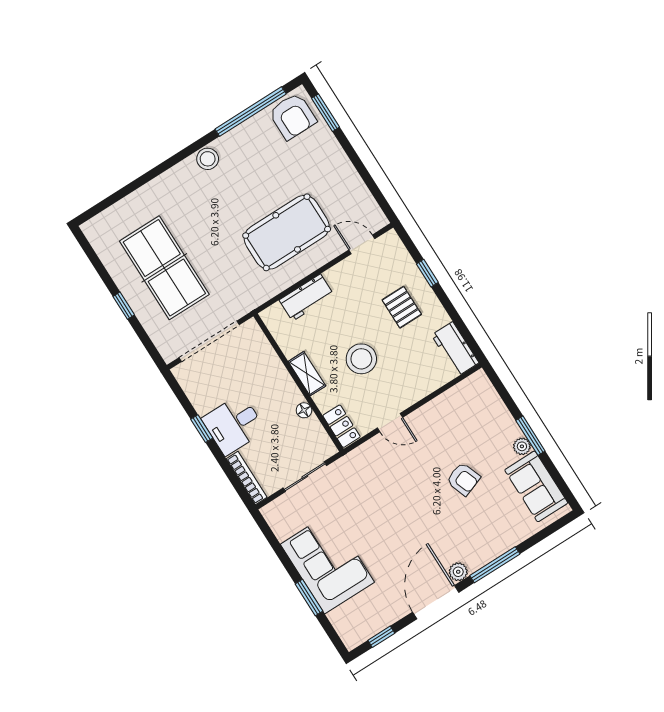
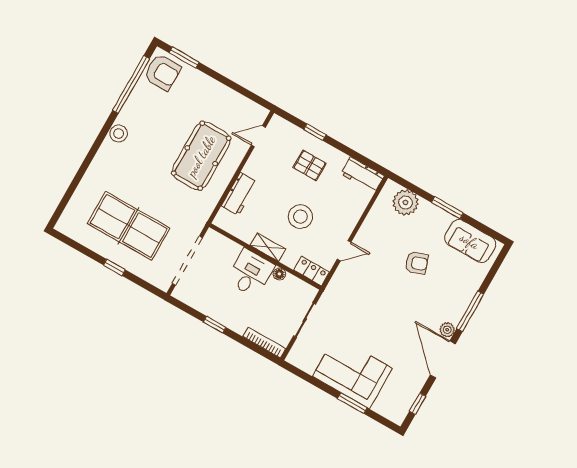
desk: (234, 425) -> (250, 273), moved, turned 180
plant: (522, 446) -> (405, 202), moved, width x1.88, depth x1.88

